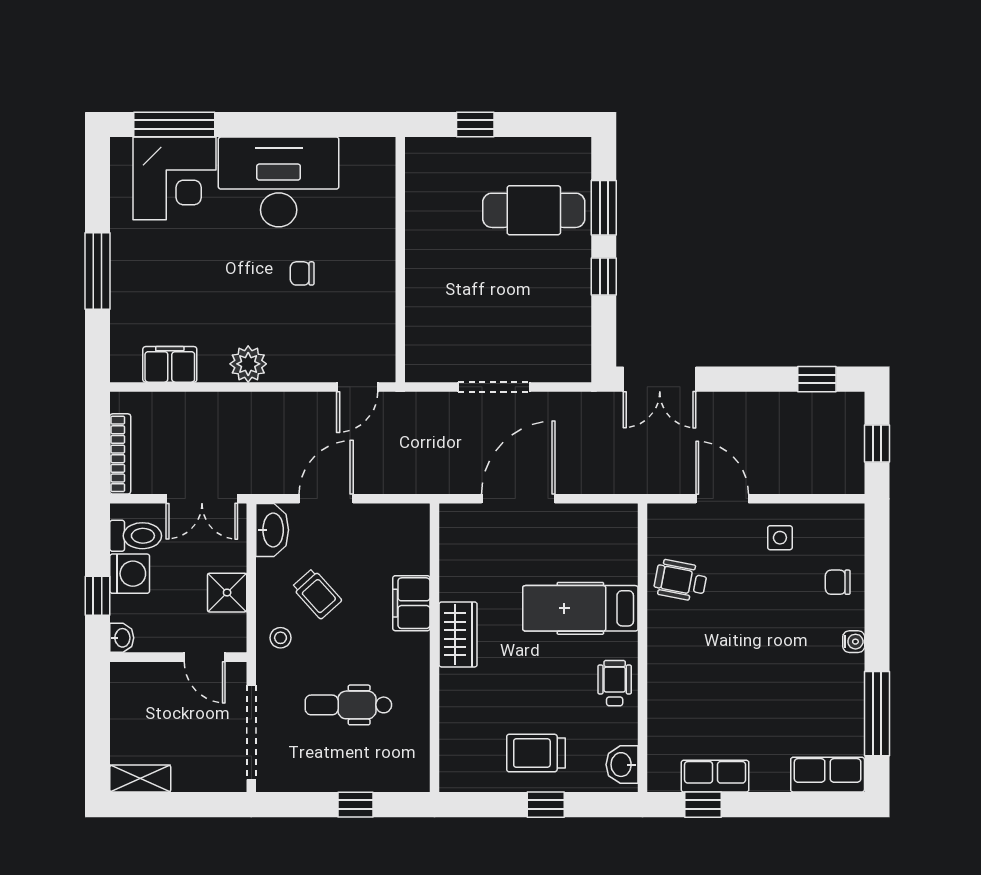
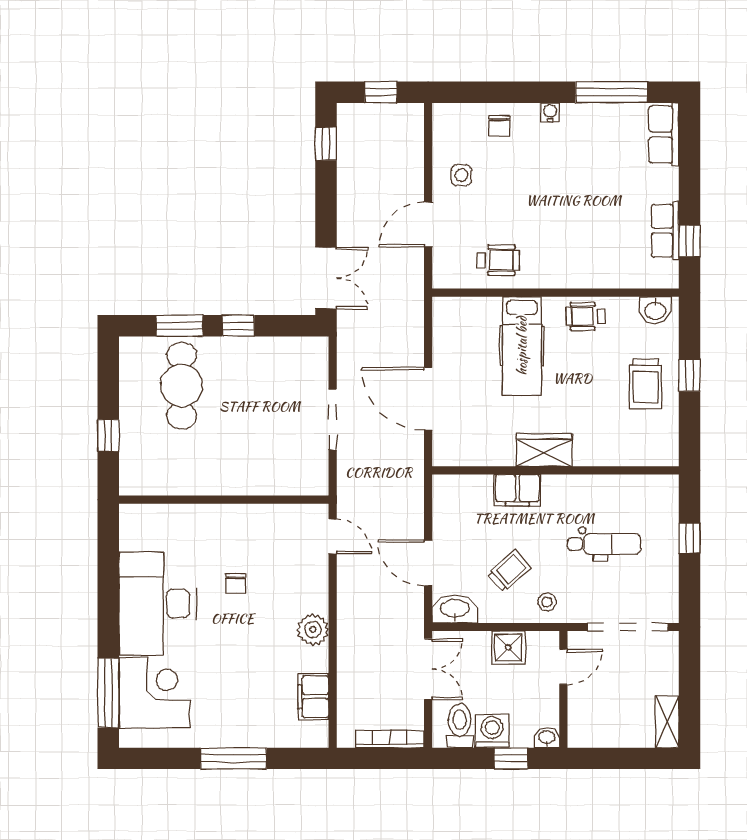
wheelchair: (680, 581) -> (498, 260), turned -101
dental chair: (348, 705) -> (604, 544), turned -90

